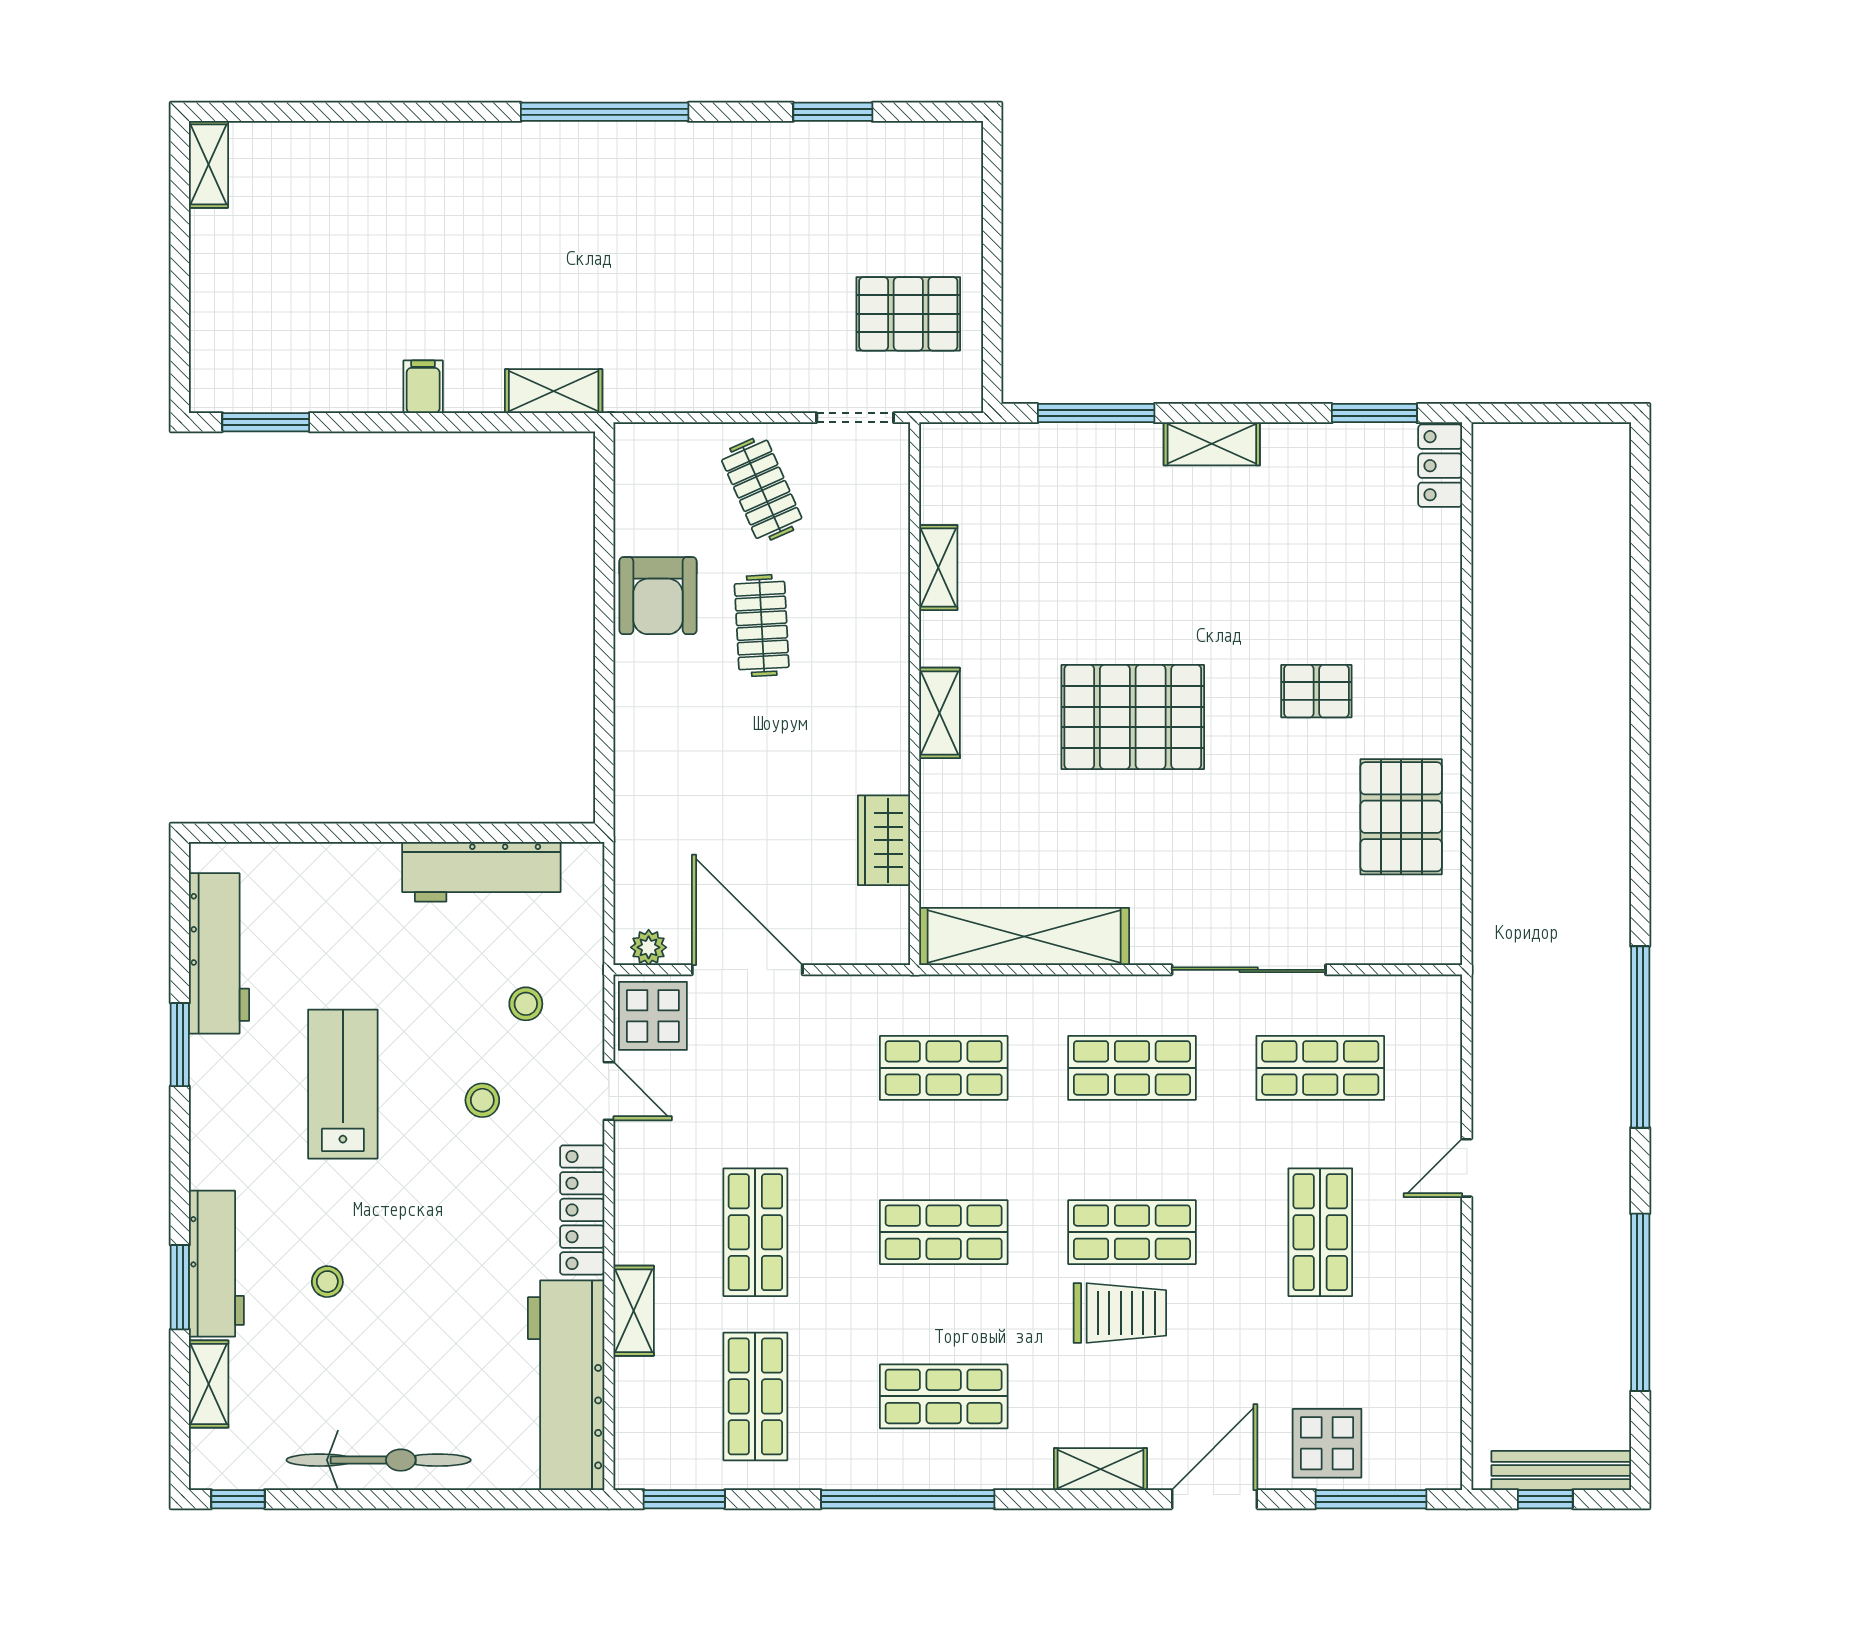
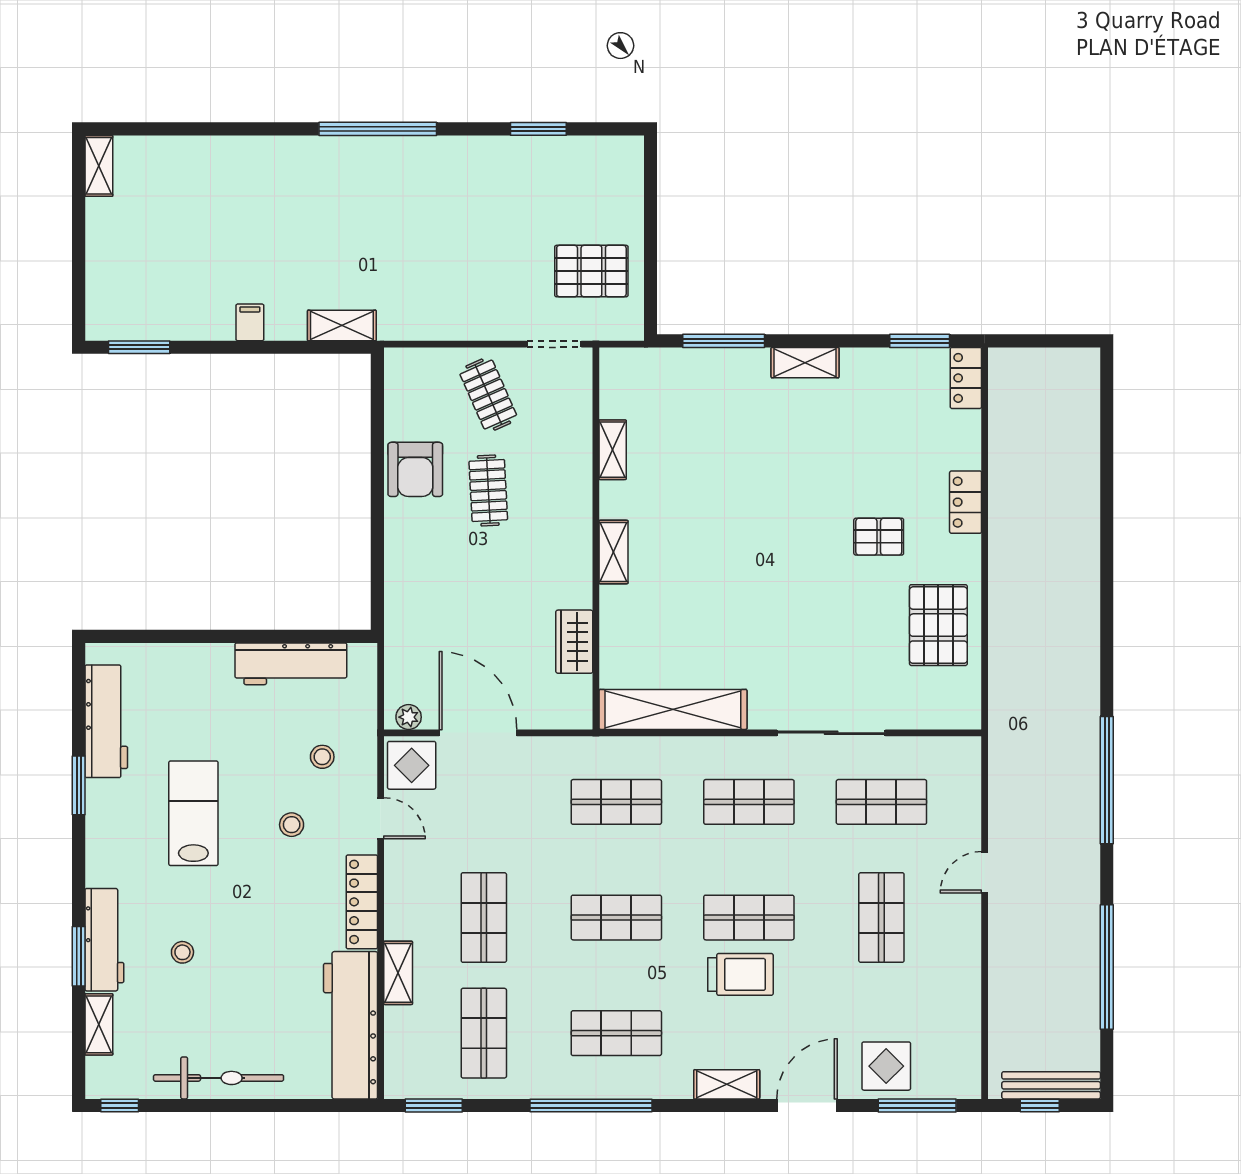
locker: (1440, 642) -> (966, 502), added
pallet: (1133, 717) -> (749, 555), removed

